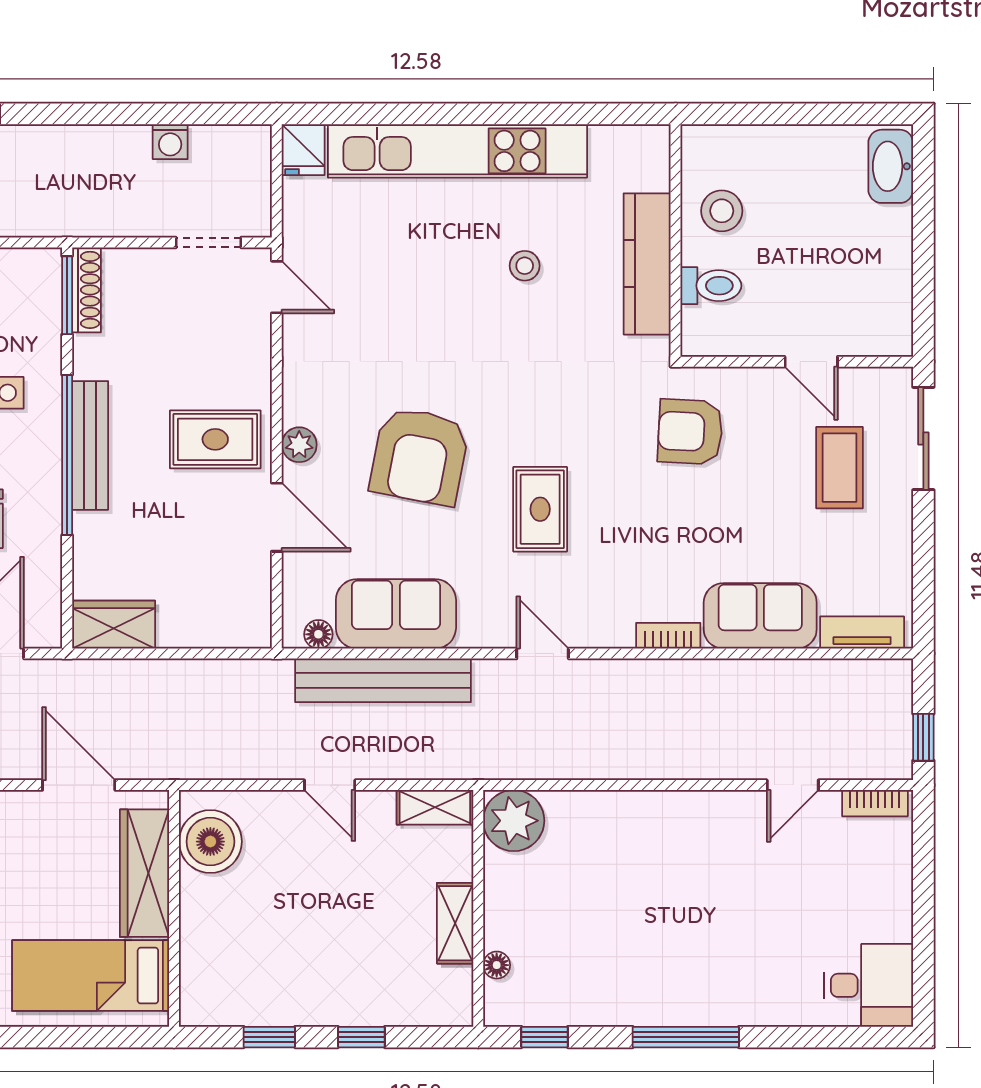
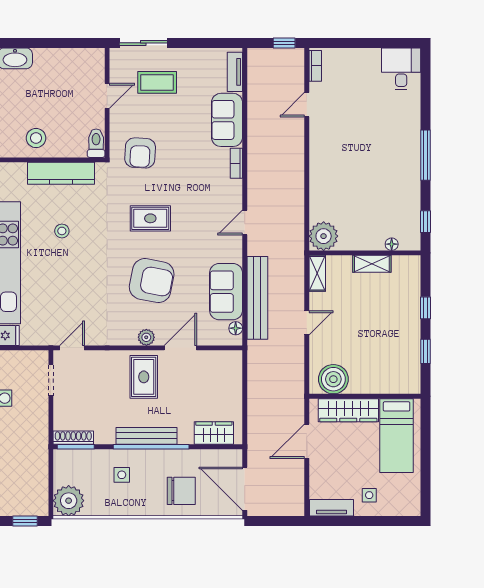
toilet: (711, 286) -> (96, 143), moved
rug: (540, 509) -> (150, 218), moved
wardrobe: (114, 625) -> (214, 433), moved, turned 90
door: (793, 785) -> (307, 105), swing flipped

